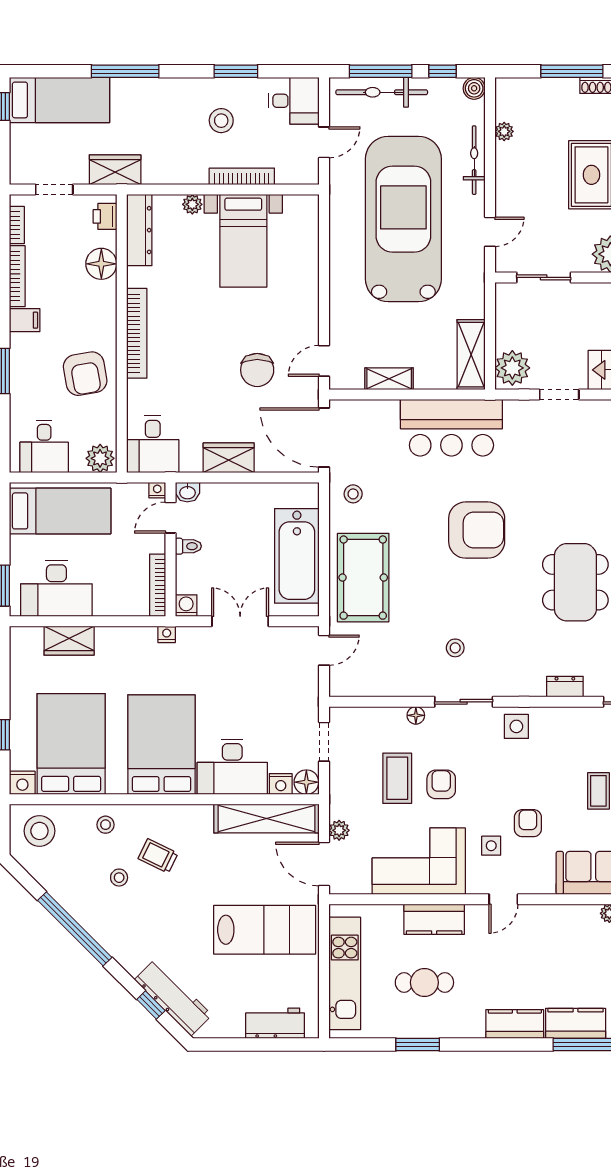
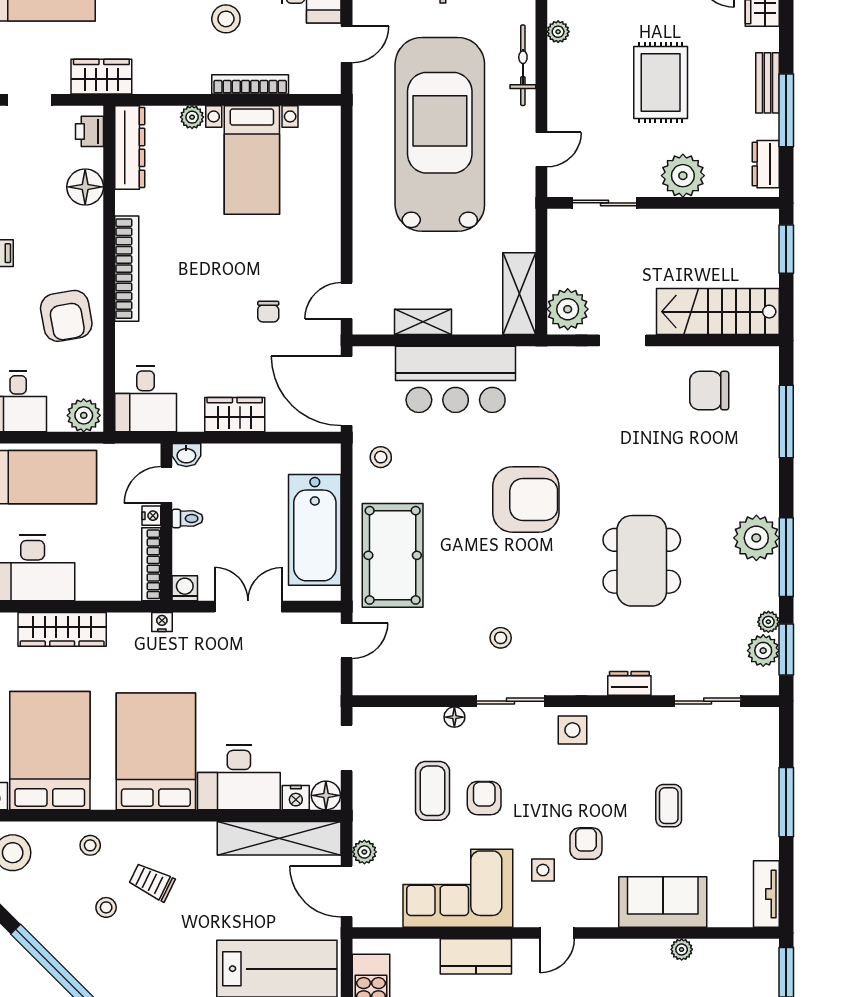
chair: (257, 370) -> (268, 312), width x0.54, depth x0.54
bar counter: (451, 428) -> (456, 379), moved
nightstand: (157, 490) -> (151, 516), moved, turned 90
wardrobe: (69, 641) -> (62, 629), width x1.50

